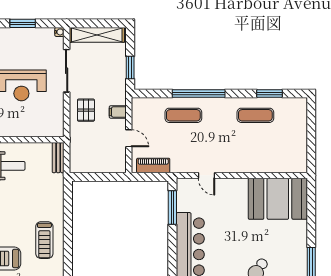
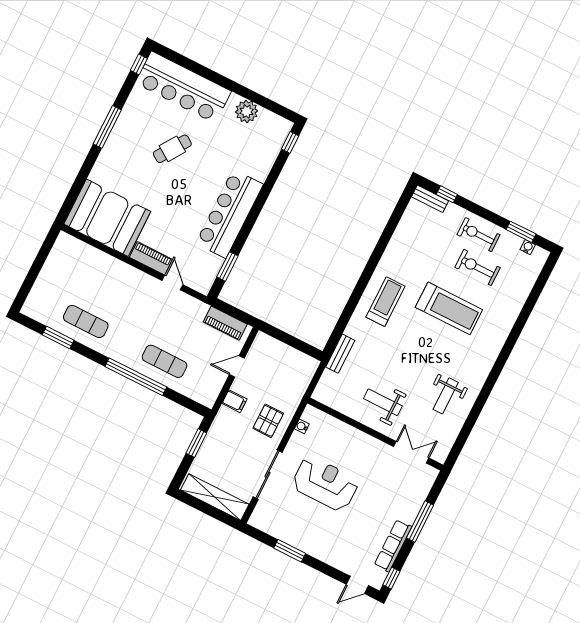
water cooler: (59, 32) -> (302, 426), moved
door: (129, 138) -> (237, 366), hinge flipped
bench: (58, 158) -> (340, 354), moved
piano: (231, 185) -> (151, 258), added
window: (172, 208) -> (227, 266), width x0.69

